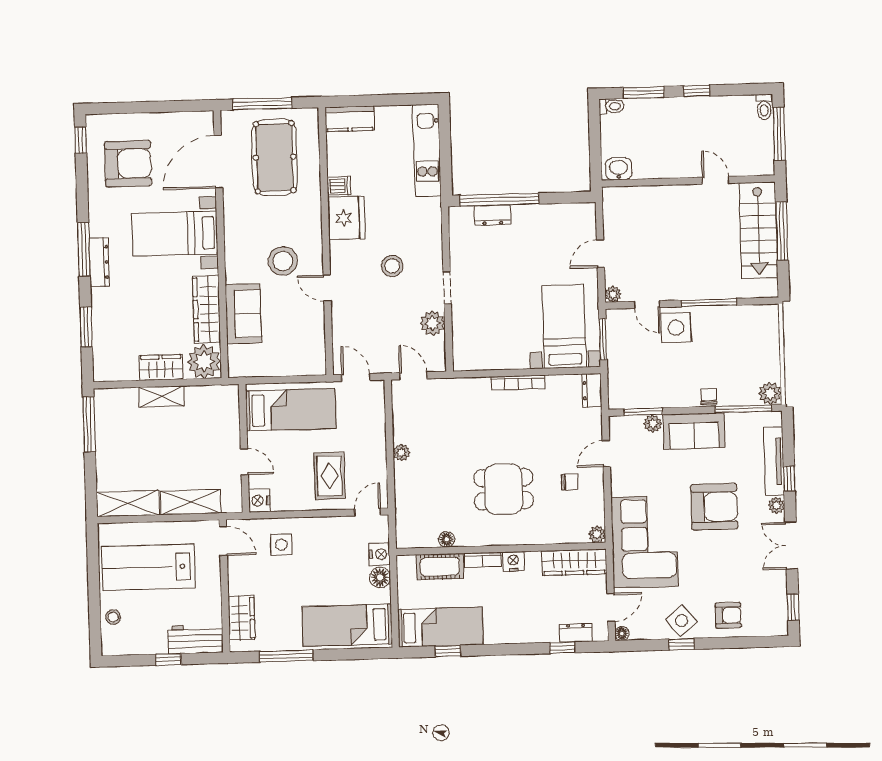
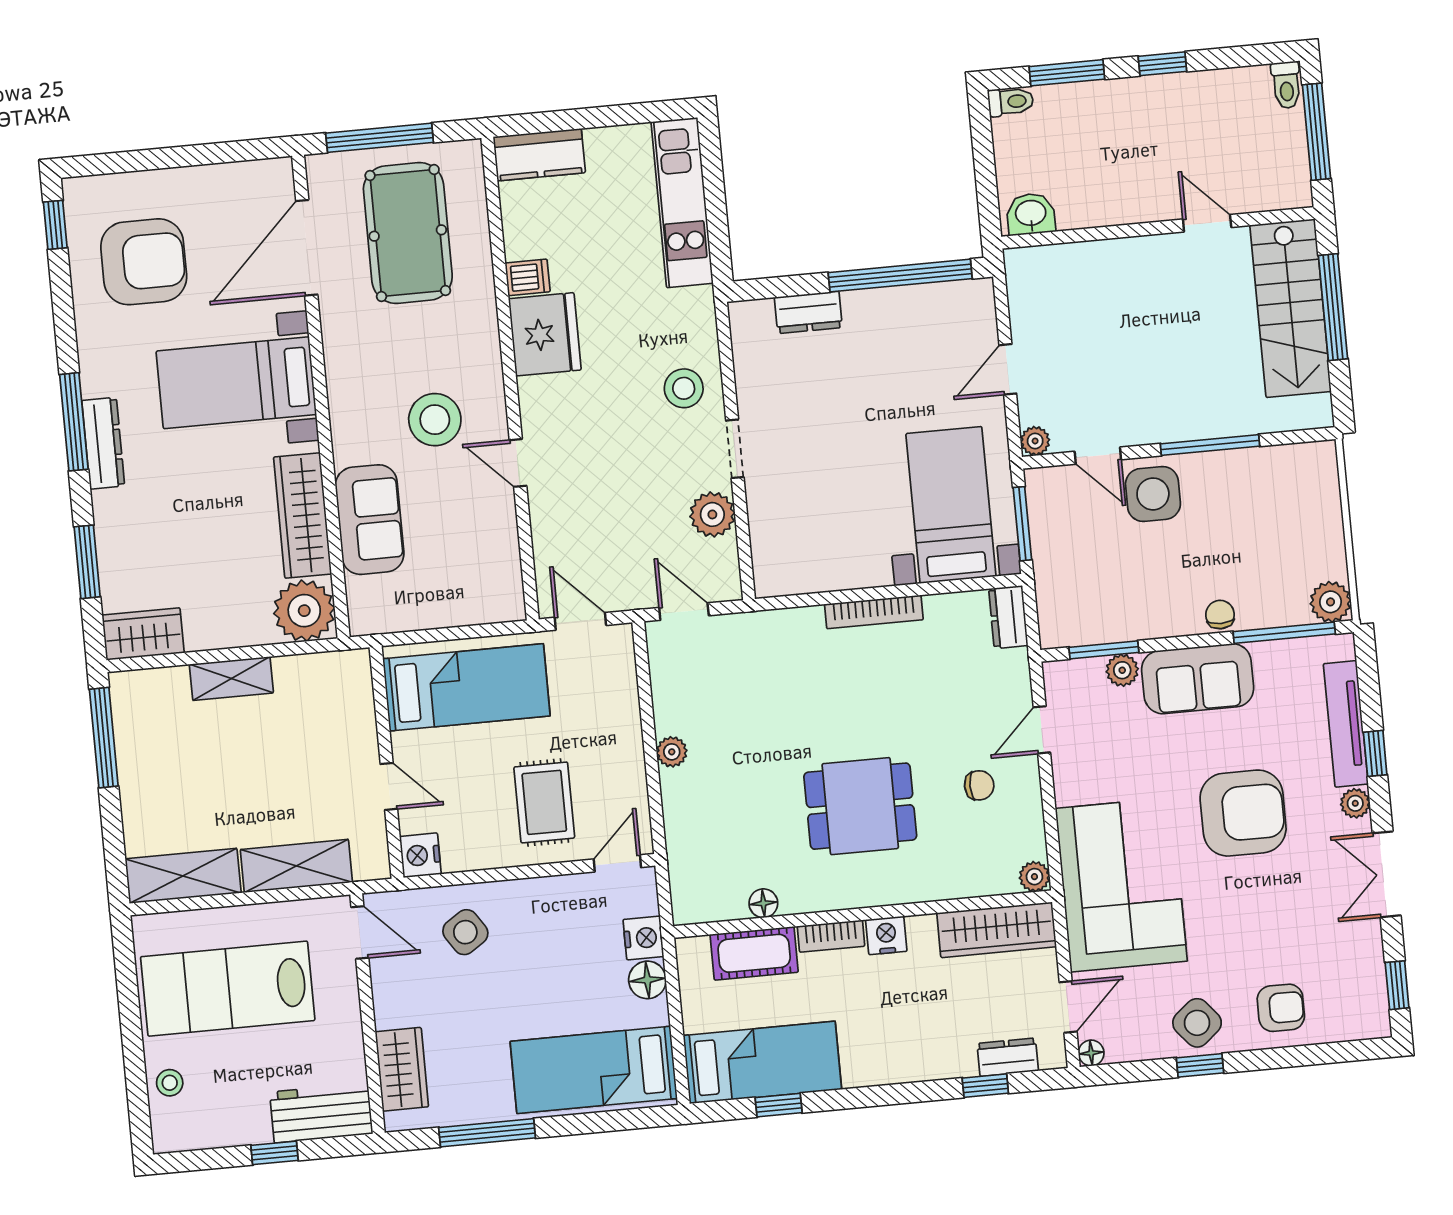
window: (499, 200) -> (900, 276), moved
stool: (392, 266) -> (684, 388), moved
wardrobe: (161, 367) -> (143, 634), moved
side table: (281, 545) -> (465, 932), turned -33

